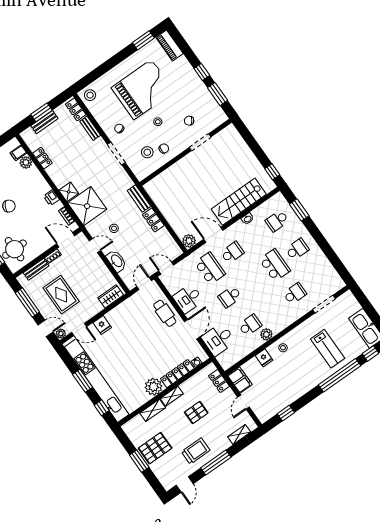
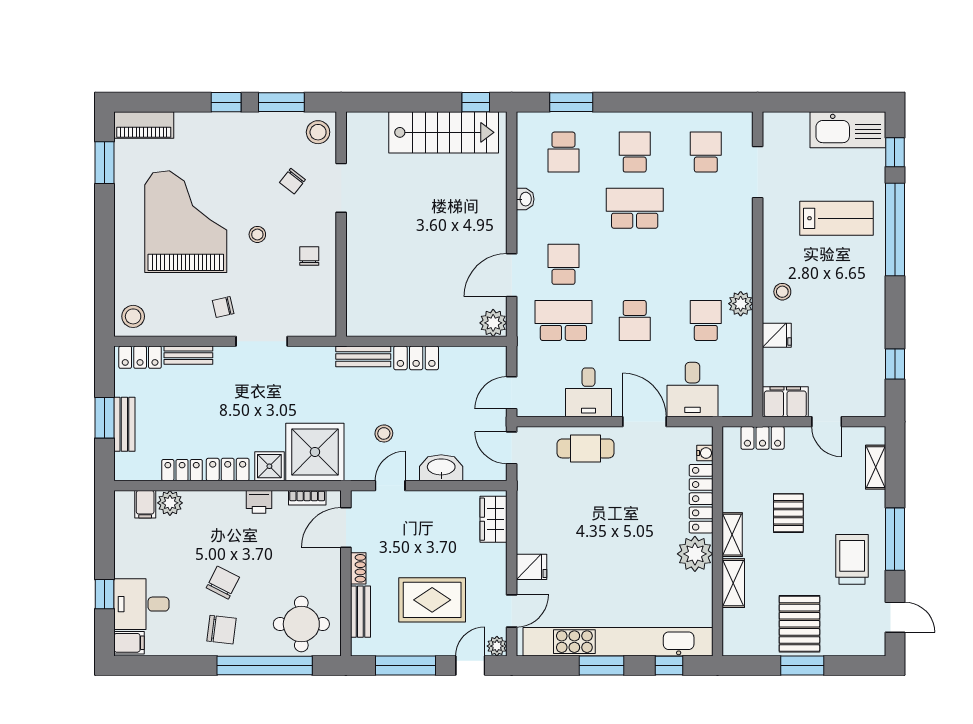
stool: (147, 152) -> (318, 132), moved
locker: (55, 176) -> (228, 470), added
stairs: (239, 202) -> (444, 132), moved, turned -90
school desk: (295, 294) -> (706, 152), moved

